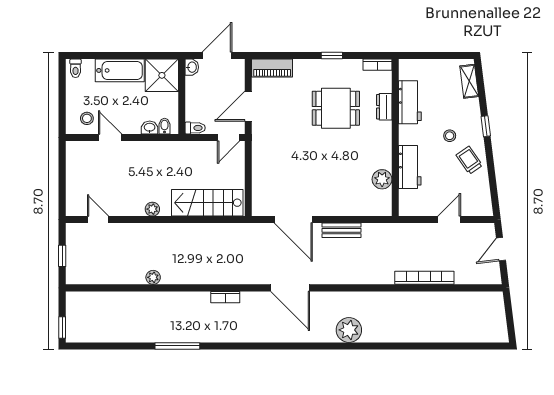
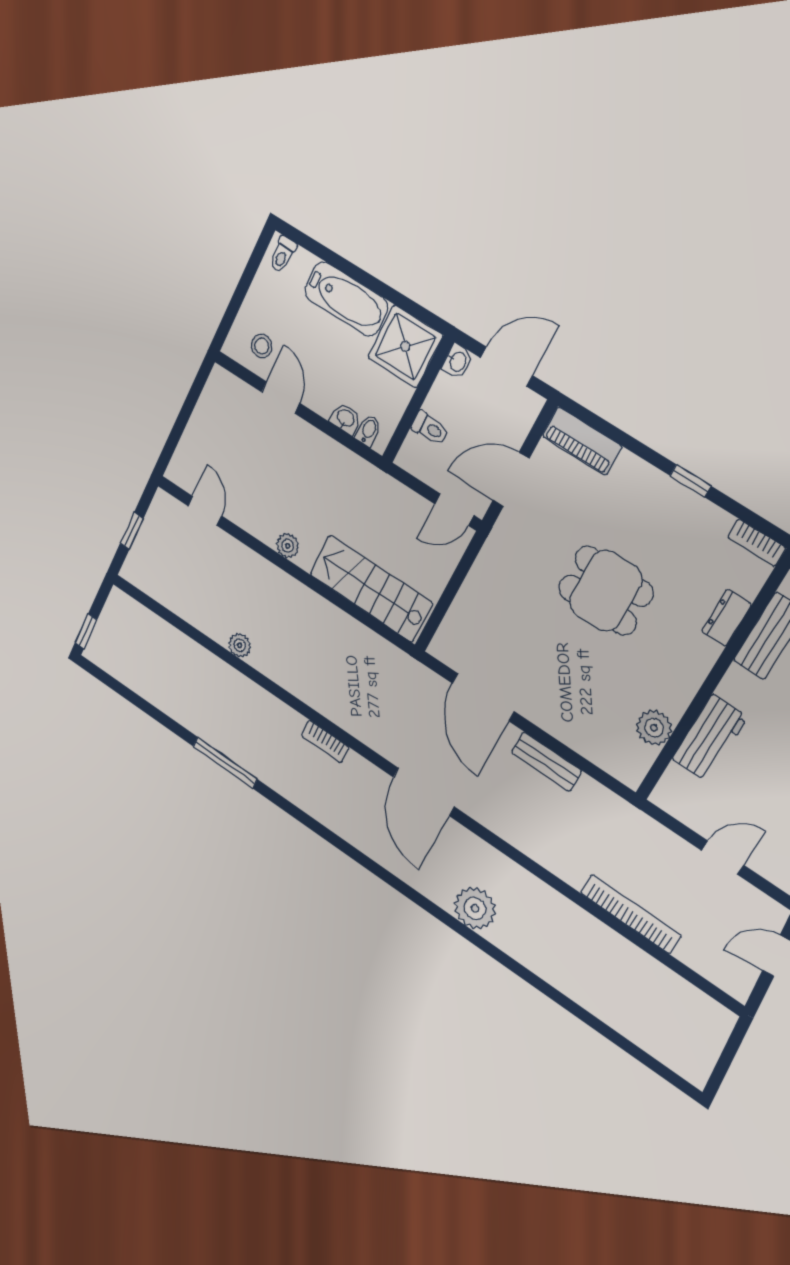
dining table: (336, 108) -> (606, 591), moved
toilet: (195, 128) -> (430, 428), moved

